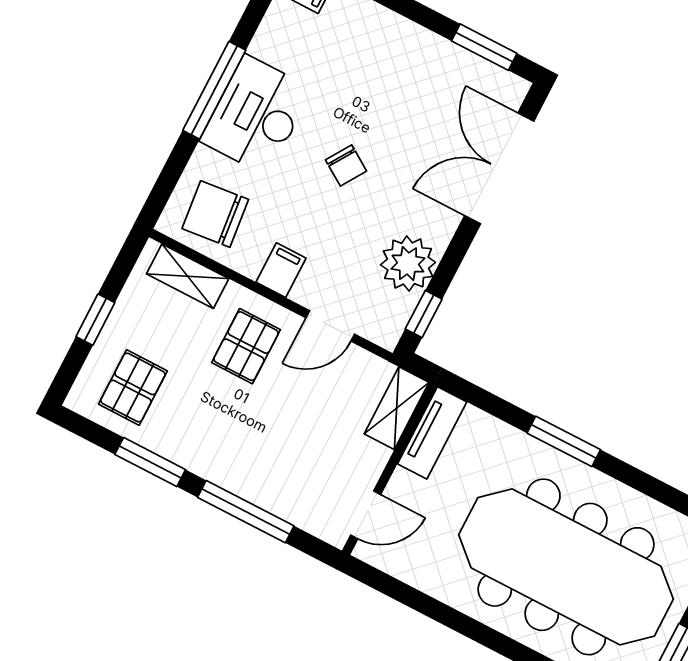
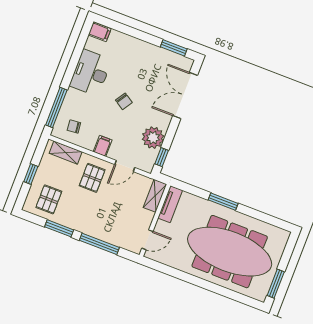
window: (214, 90) -> (56, 108), moved
desk: (256, 115) -> (91, 73), moved
chair: (215, 214) -> (74, 126), width x0.54, depth x0.54

